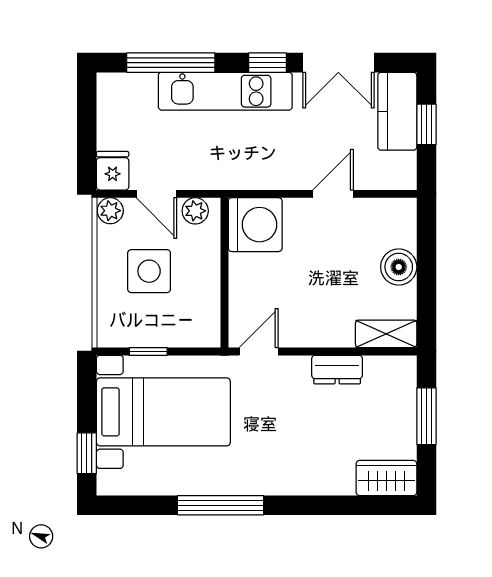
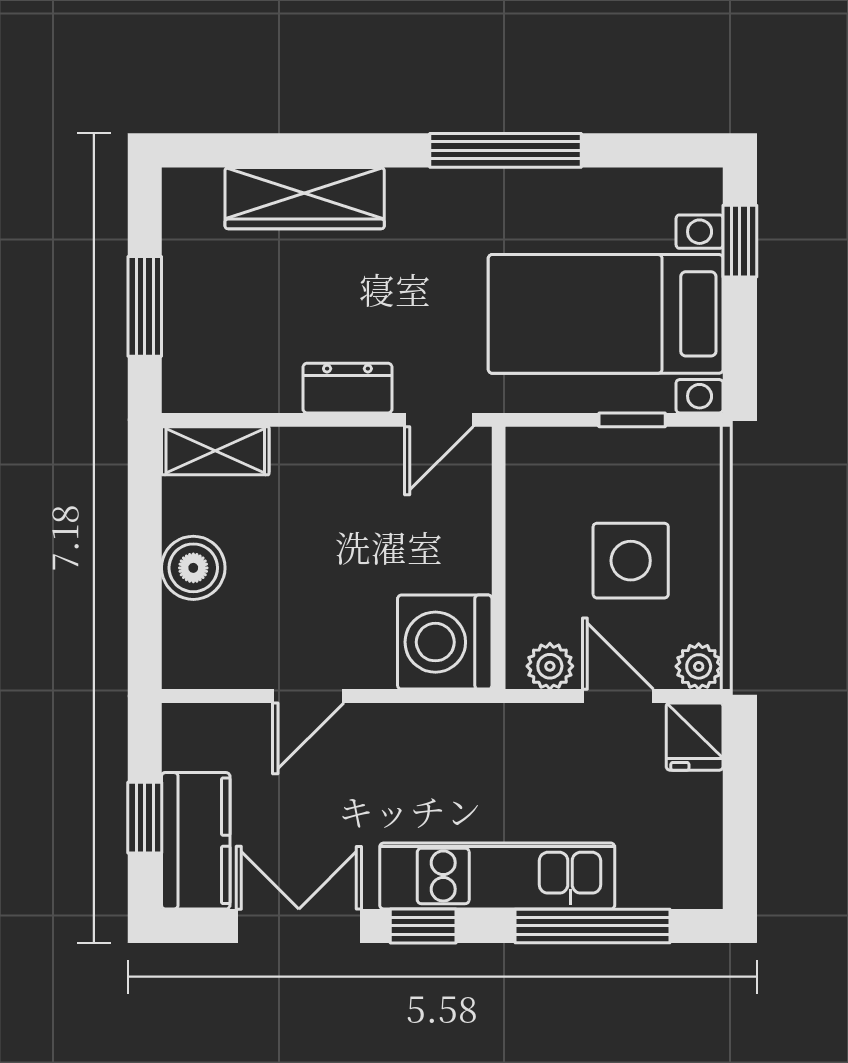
dresser: (337, 370) -> (347, 388), moved
wardrobe: (386, 478) -> (305, 198), moved, width x1.50

